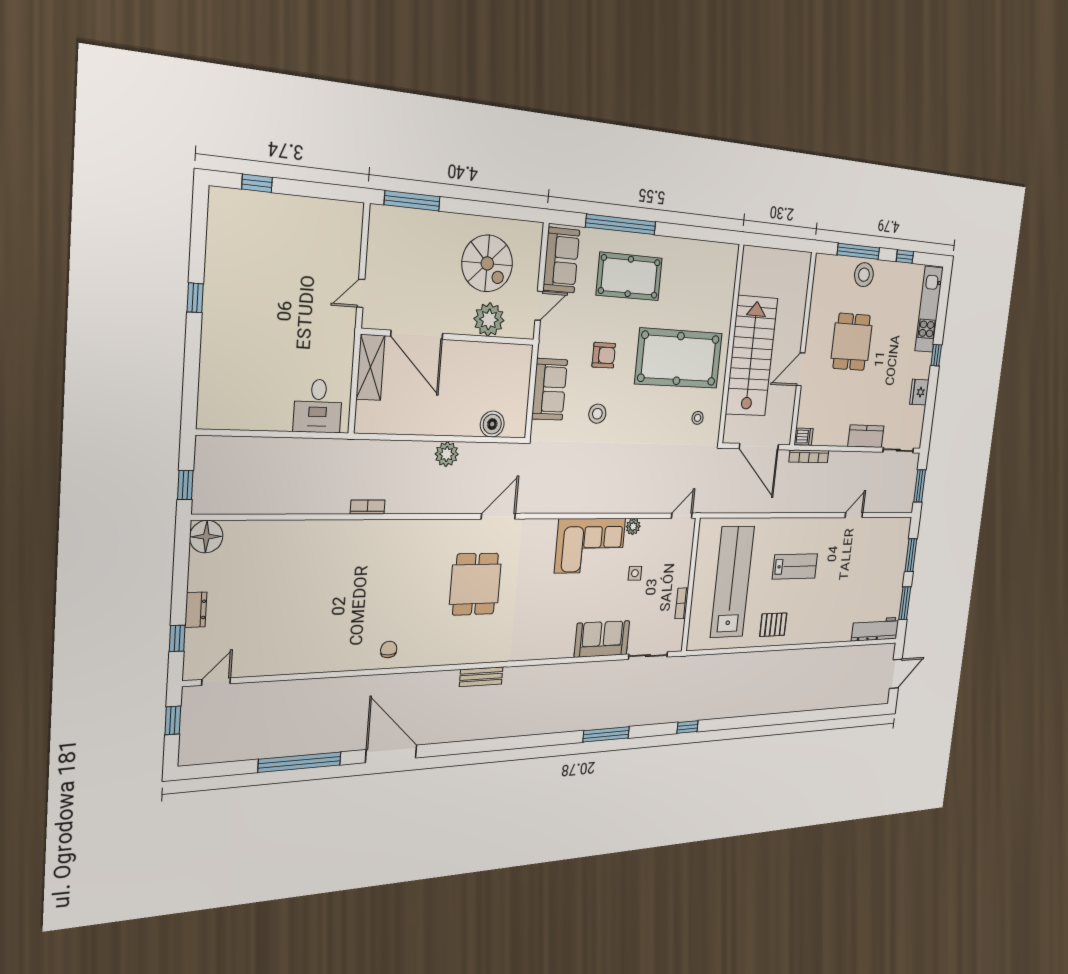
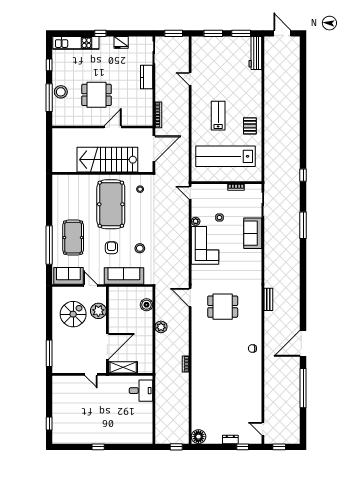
door: (801, 369) -> (113, 127), swing flipped
sofa: (549, 389) -> (124, 276), width x1.36
dishwasher: (803, 437) -> (148, 120), removed

